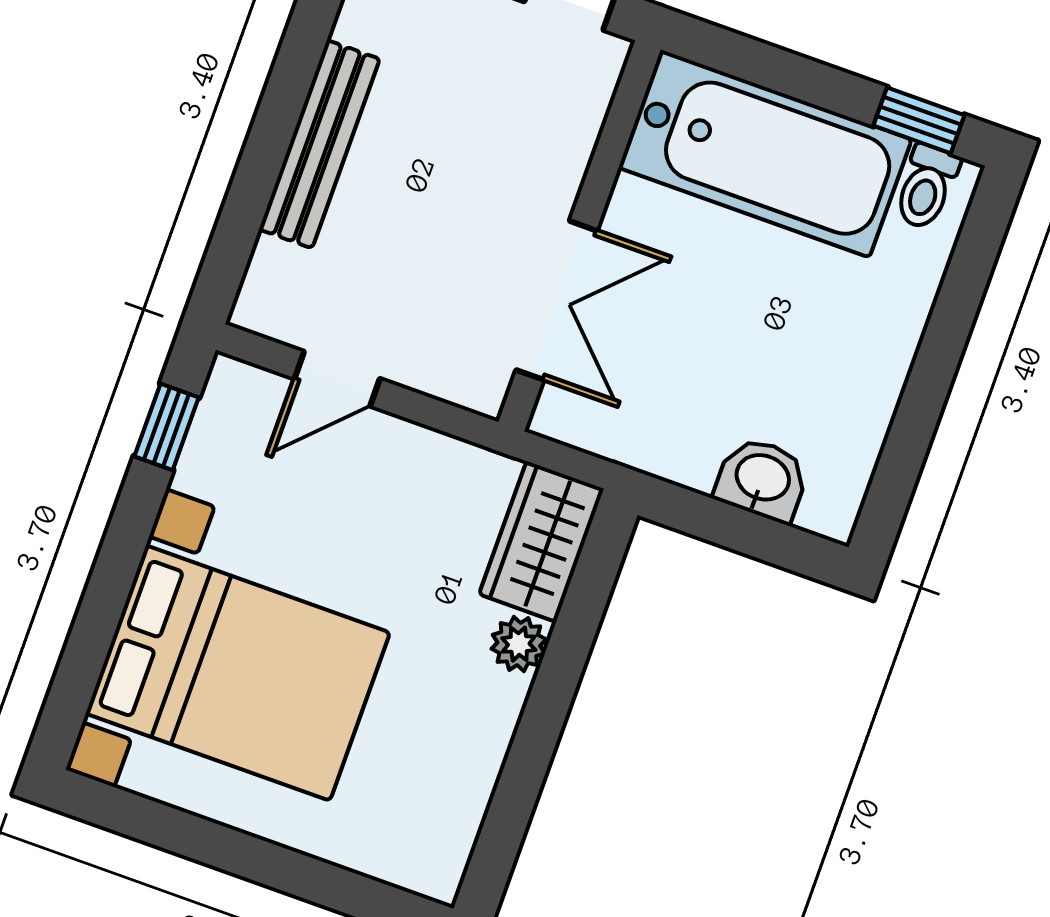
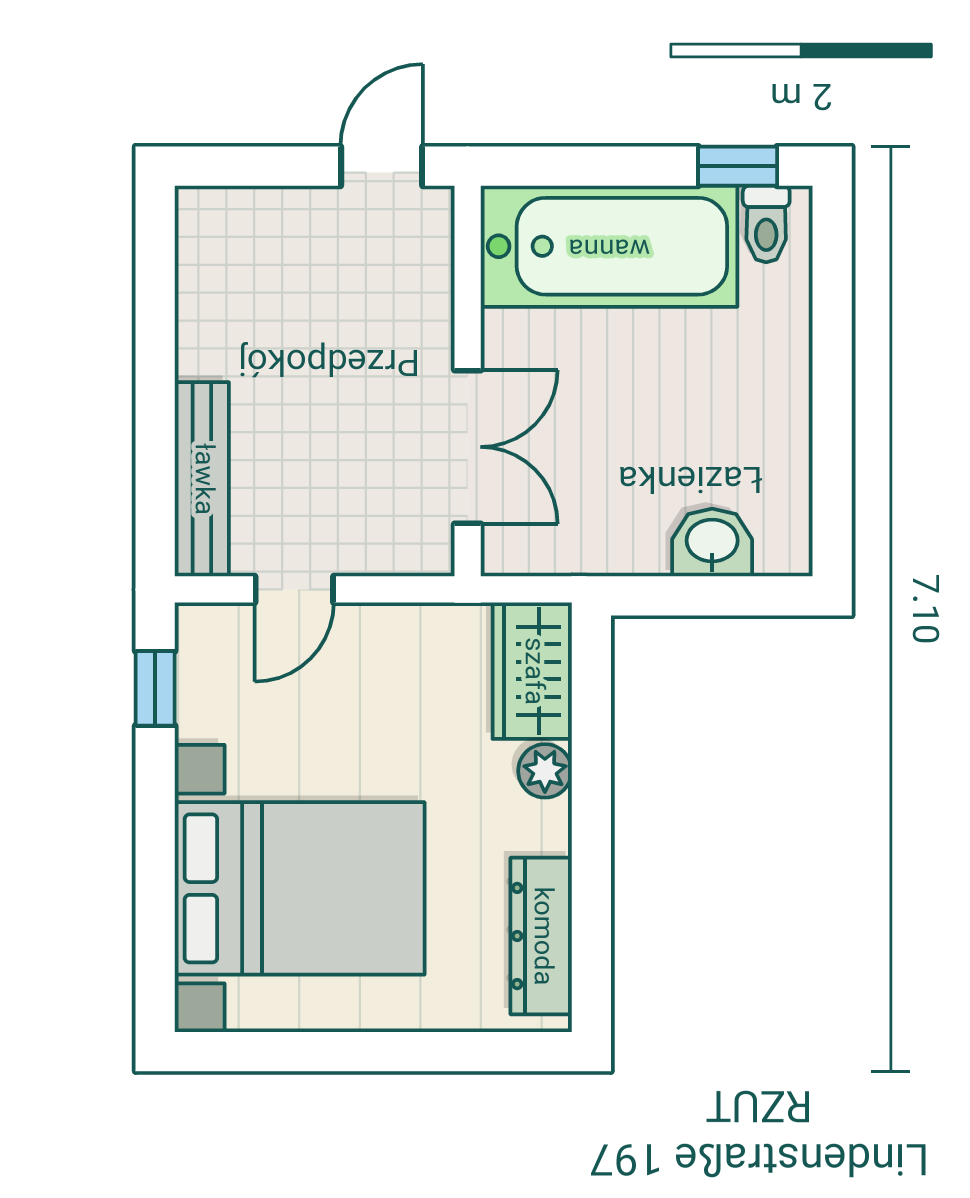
bench: (319, 144) -> (202, 479), moved
dresser: (457, 804) -> (541, 936), added

